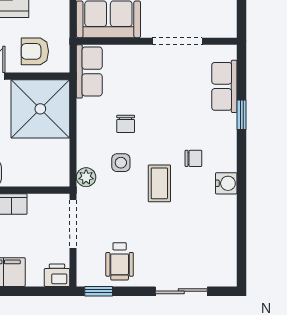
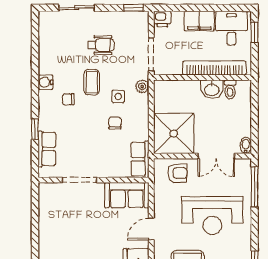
wheelchair: (120, 261) -> (101, 45), moved, turned 90

